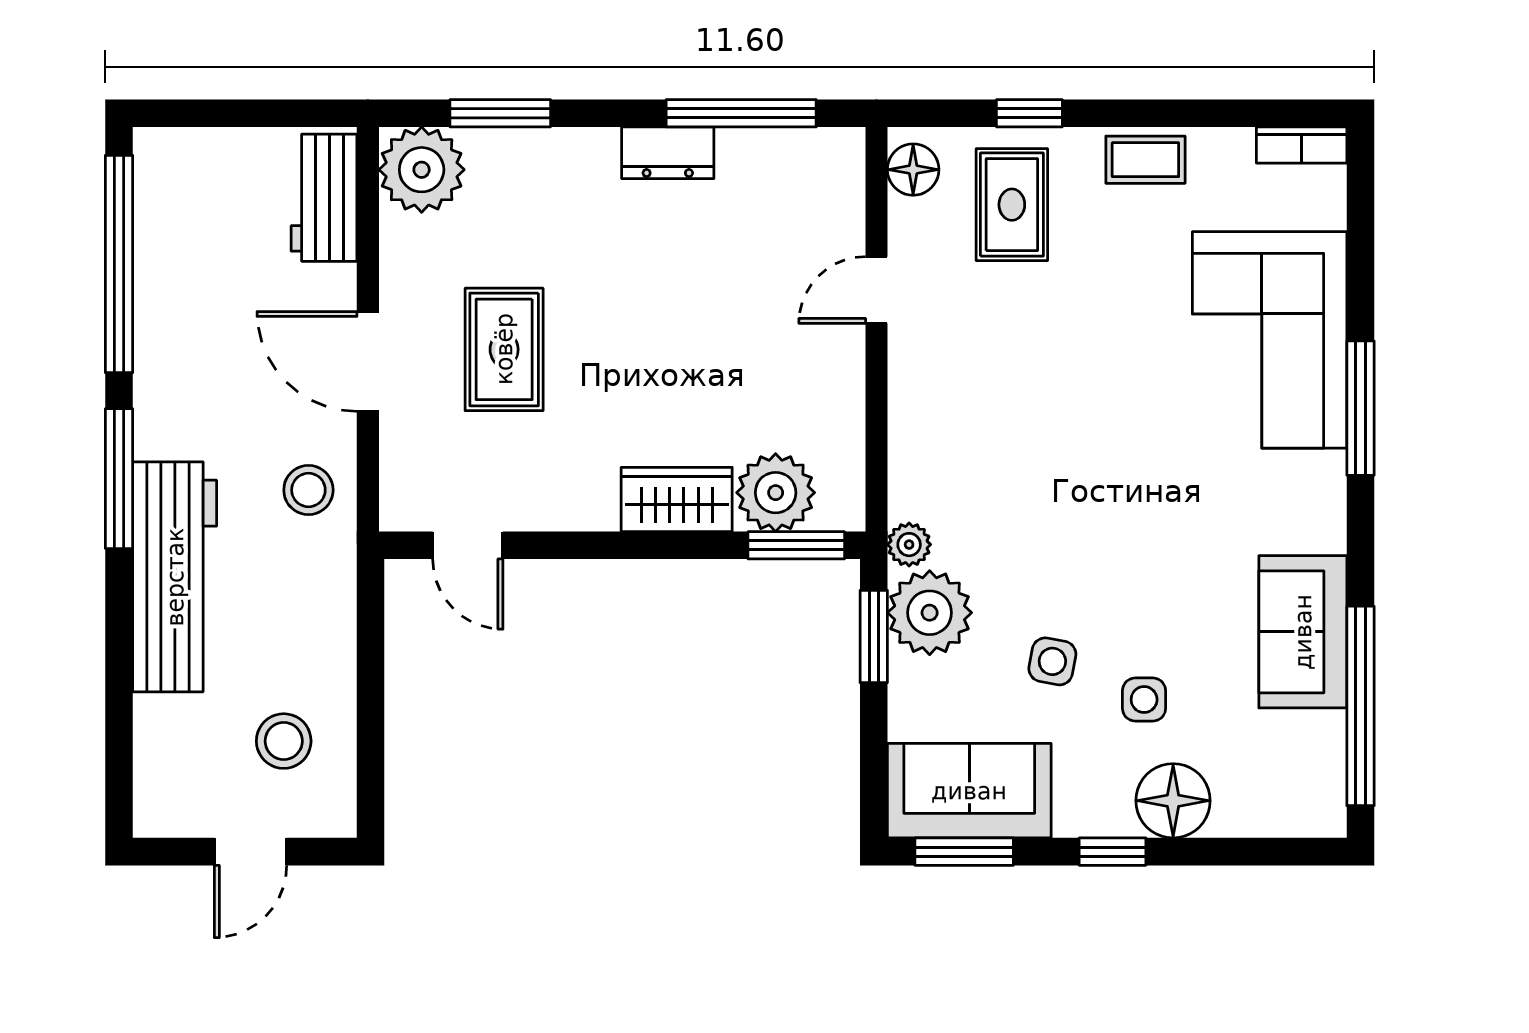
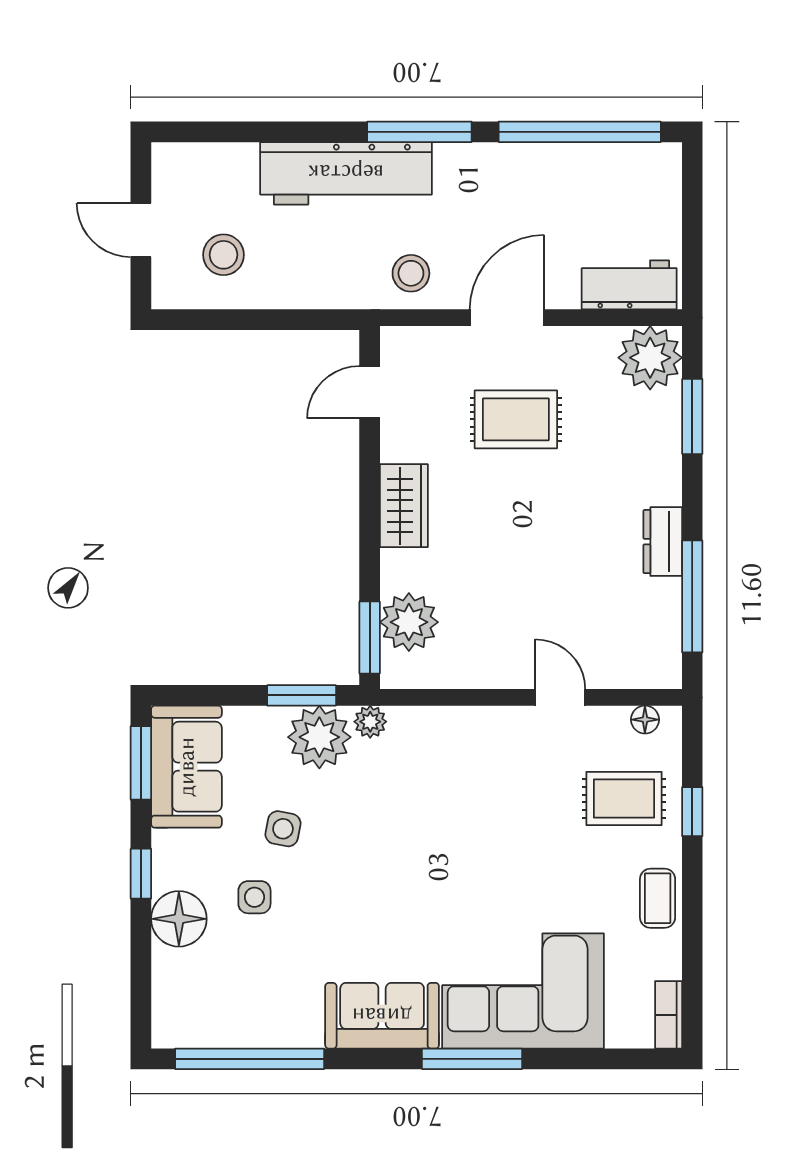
floor lamp: (913, 170) -> (645, 720), width x0.73, depth x0.73
wardrobe: (677, 499) -> (404, 506), moved
sofa: (1303, 632) -> (382, 1016), moved

